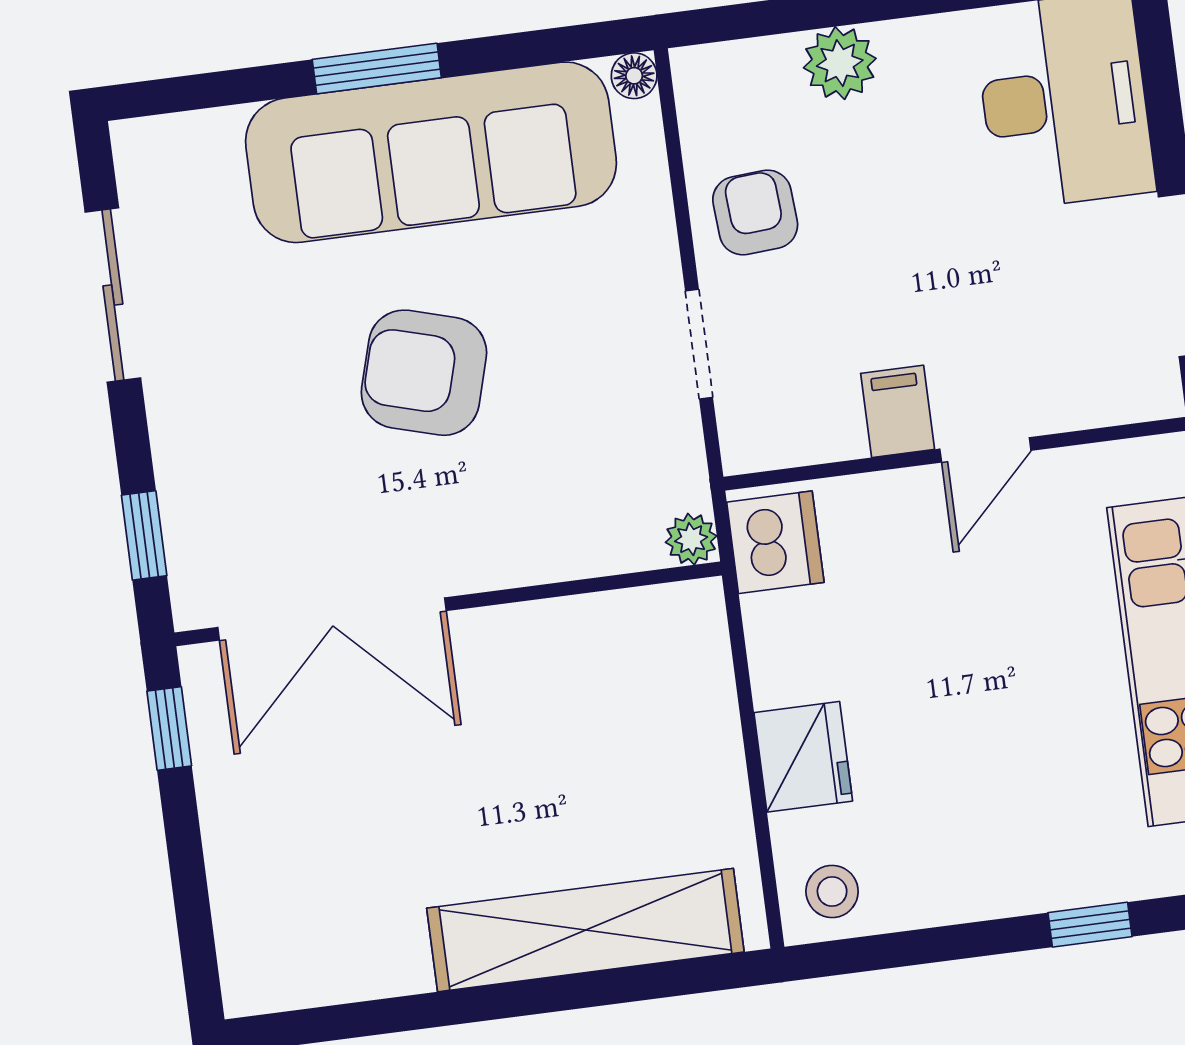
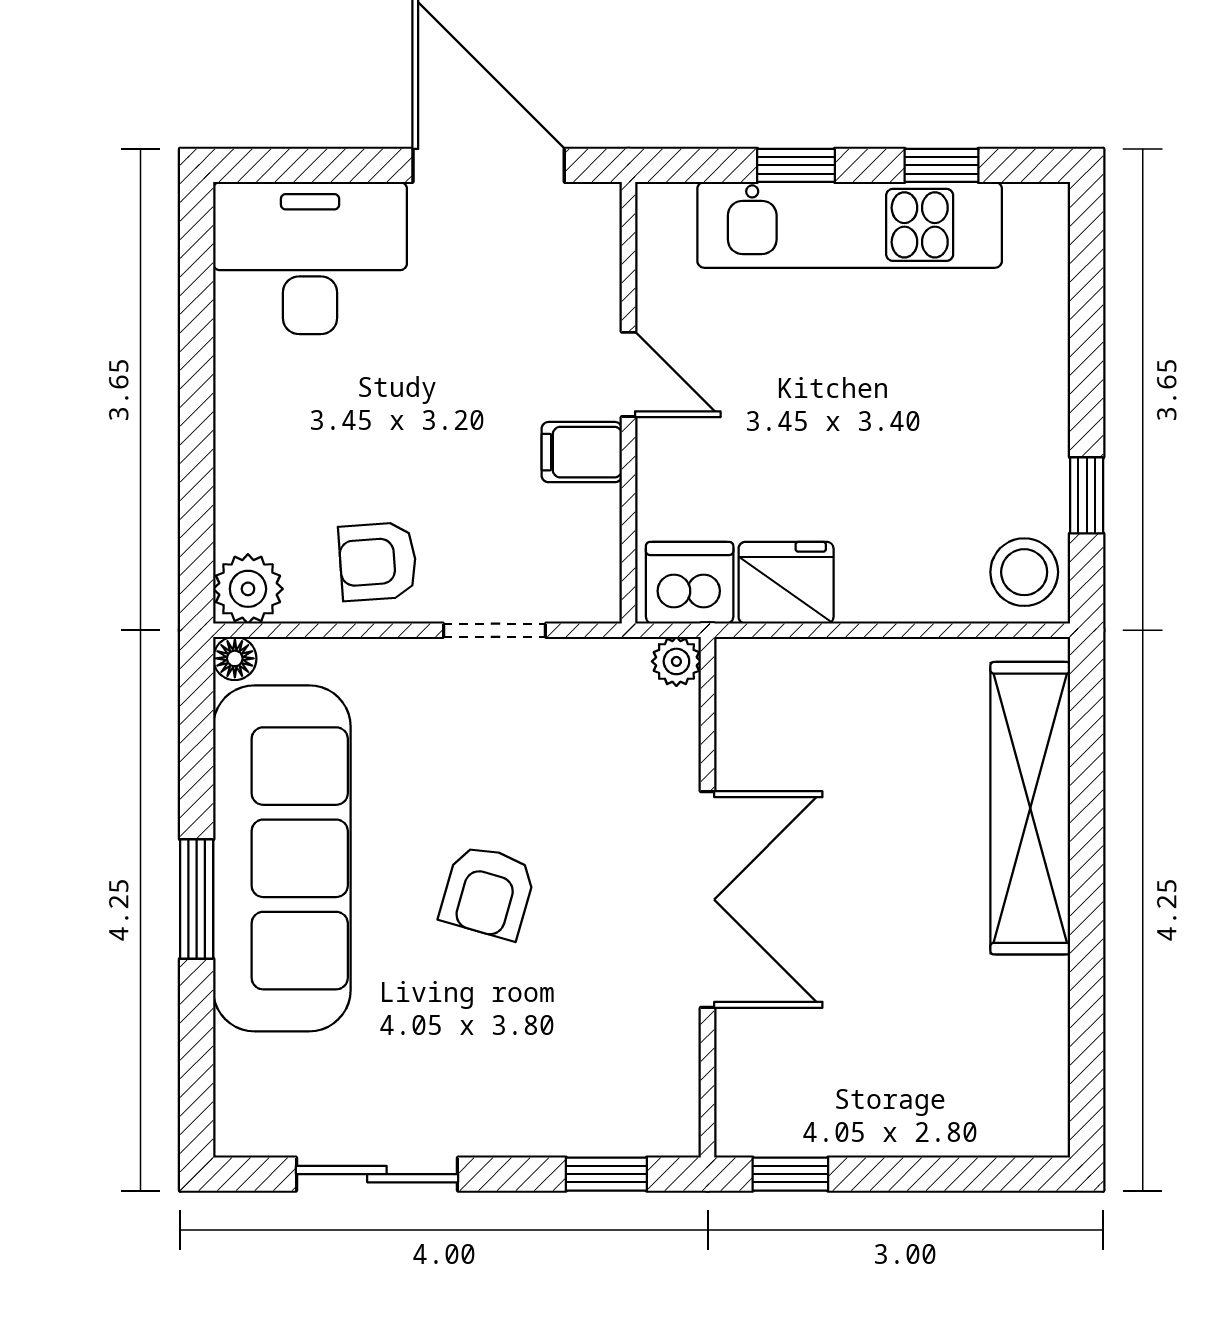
plant: (840, 63) -> (248, 589), moved
armchair: (424, 373) -> (488, 892), width x0.72, depth x0.72
double door: (332, 619) -> (708, 900), moved
fridge: (803, 757) -> (786, 583), moved
stool: (832, 892) -> (1024, 572), width x1.37, depth x1.37
window: (1090, 925) -> (1087, 495), moved

